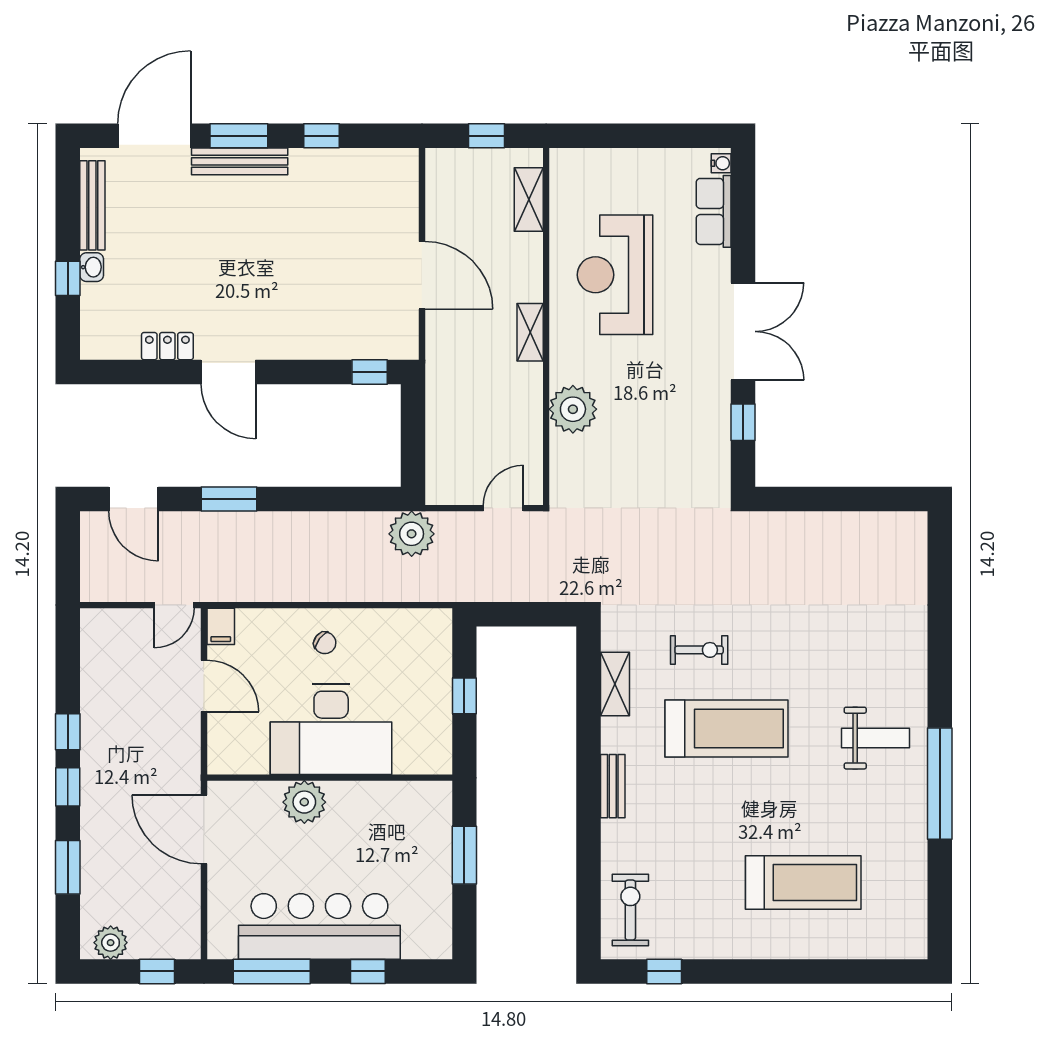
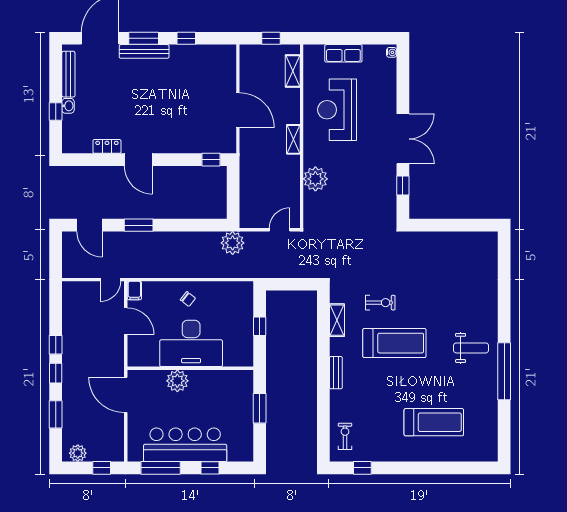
row of seats: (714, 211) -> (343, 53), moved, turned -90
exercise bike: (630, 910) -> (345, 436), width x0.73, depth x0.72

